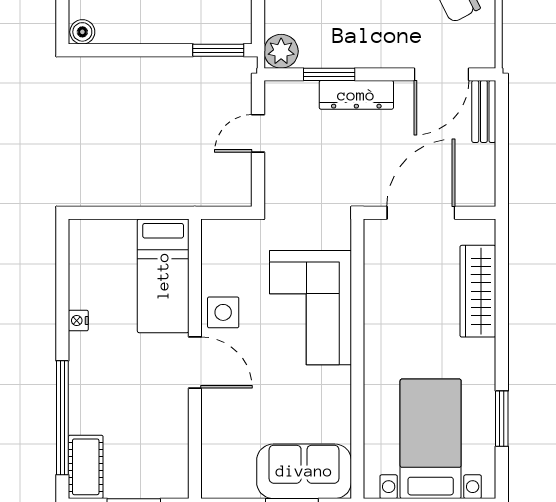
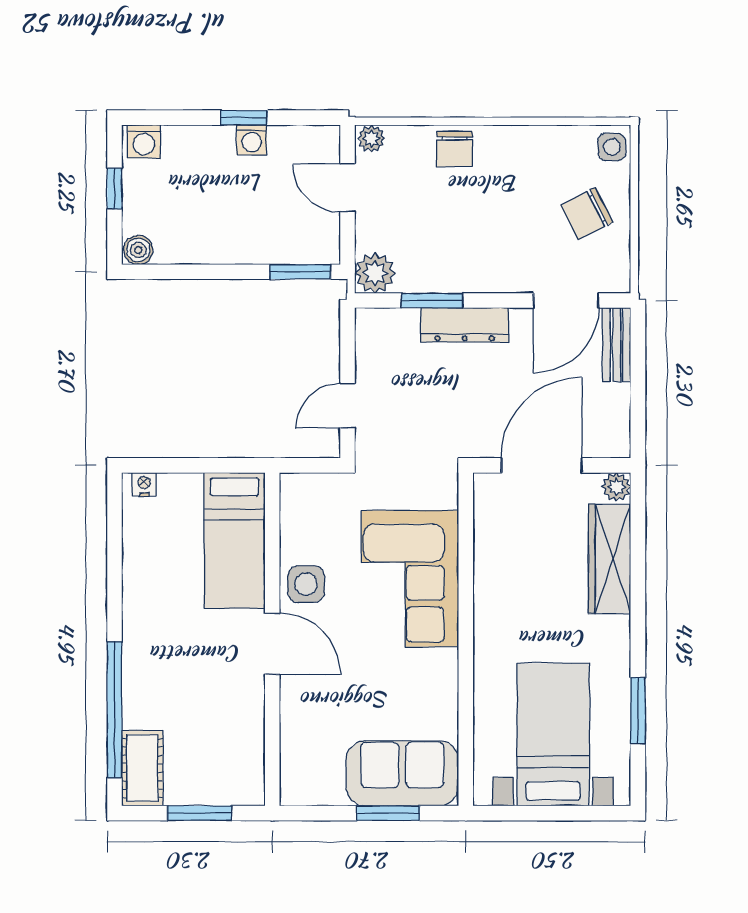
door: (258, 133) -> (348, 406), moved
plant: (484, 231) -> (616, 487), added
nightstand: (78, 321) -> (144, 484), moved, turned 90

